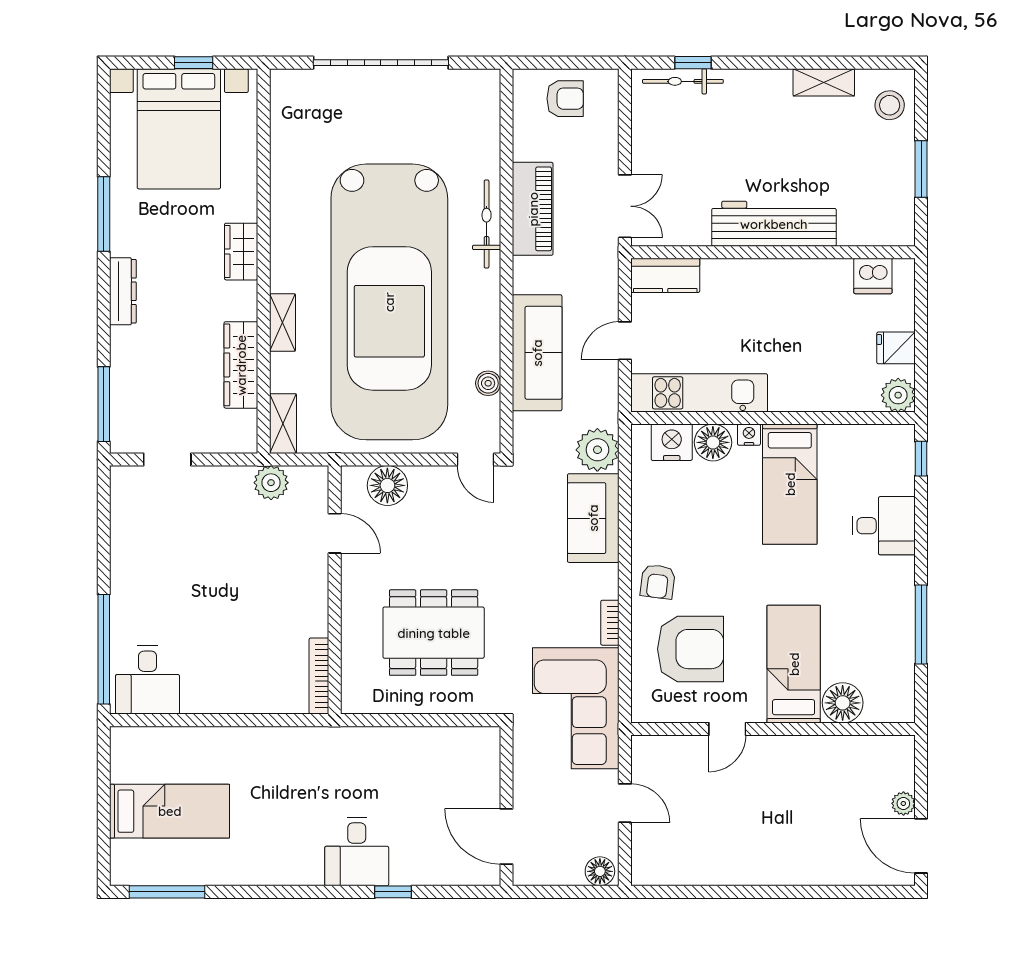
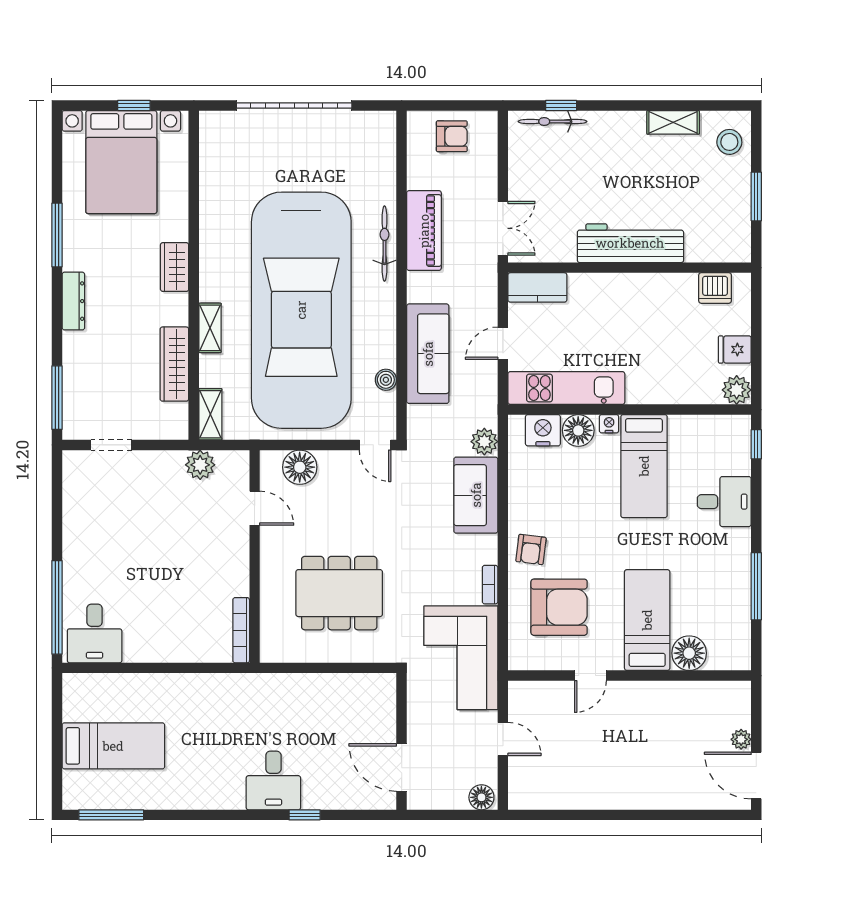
plant: (597, 450) -> (484, 442), width x0.73, depth x0.73

